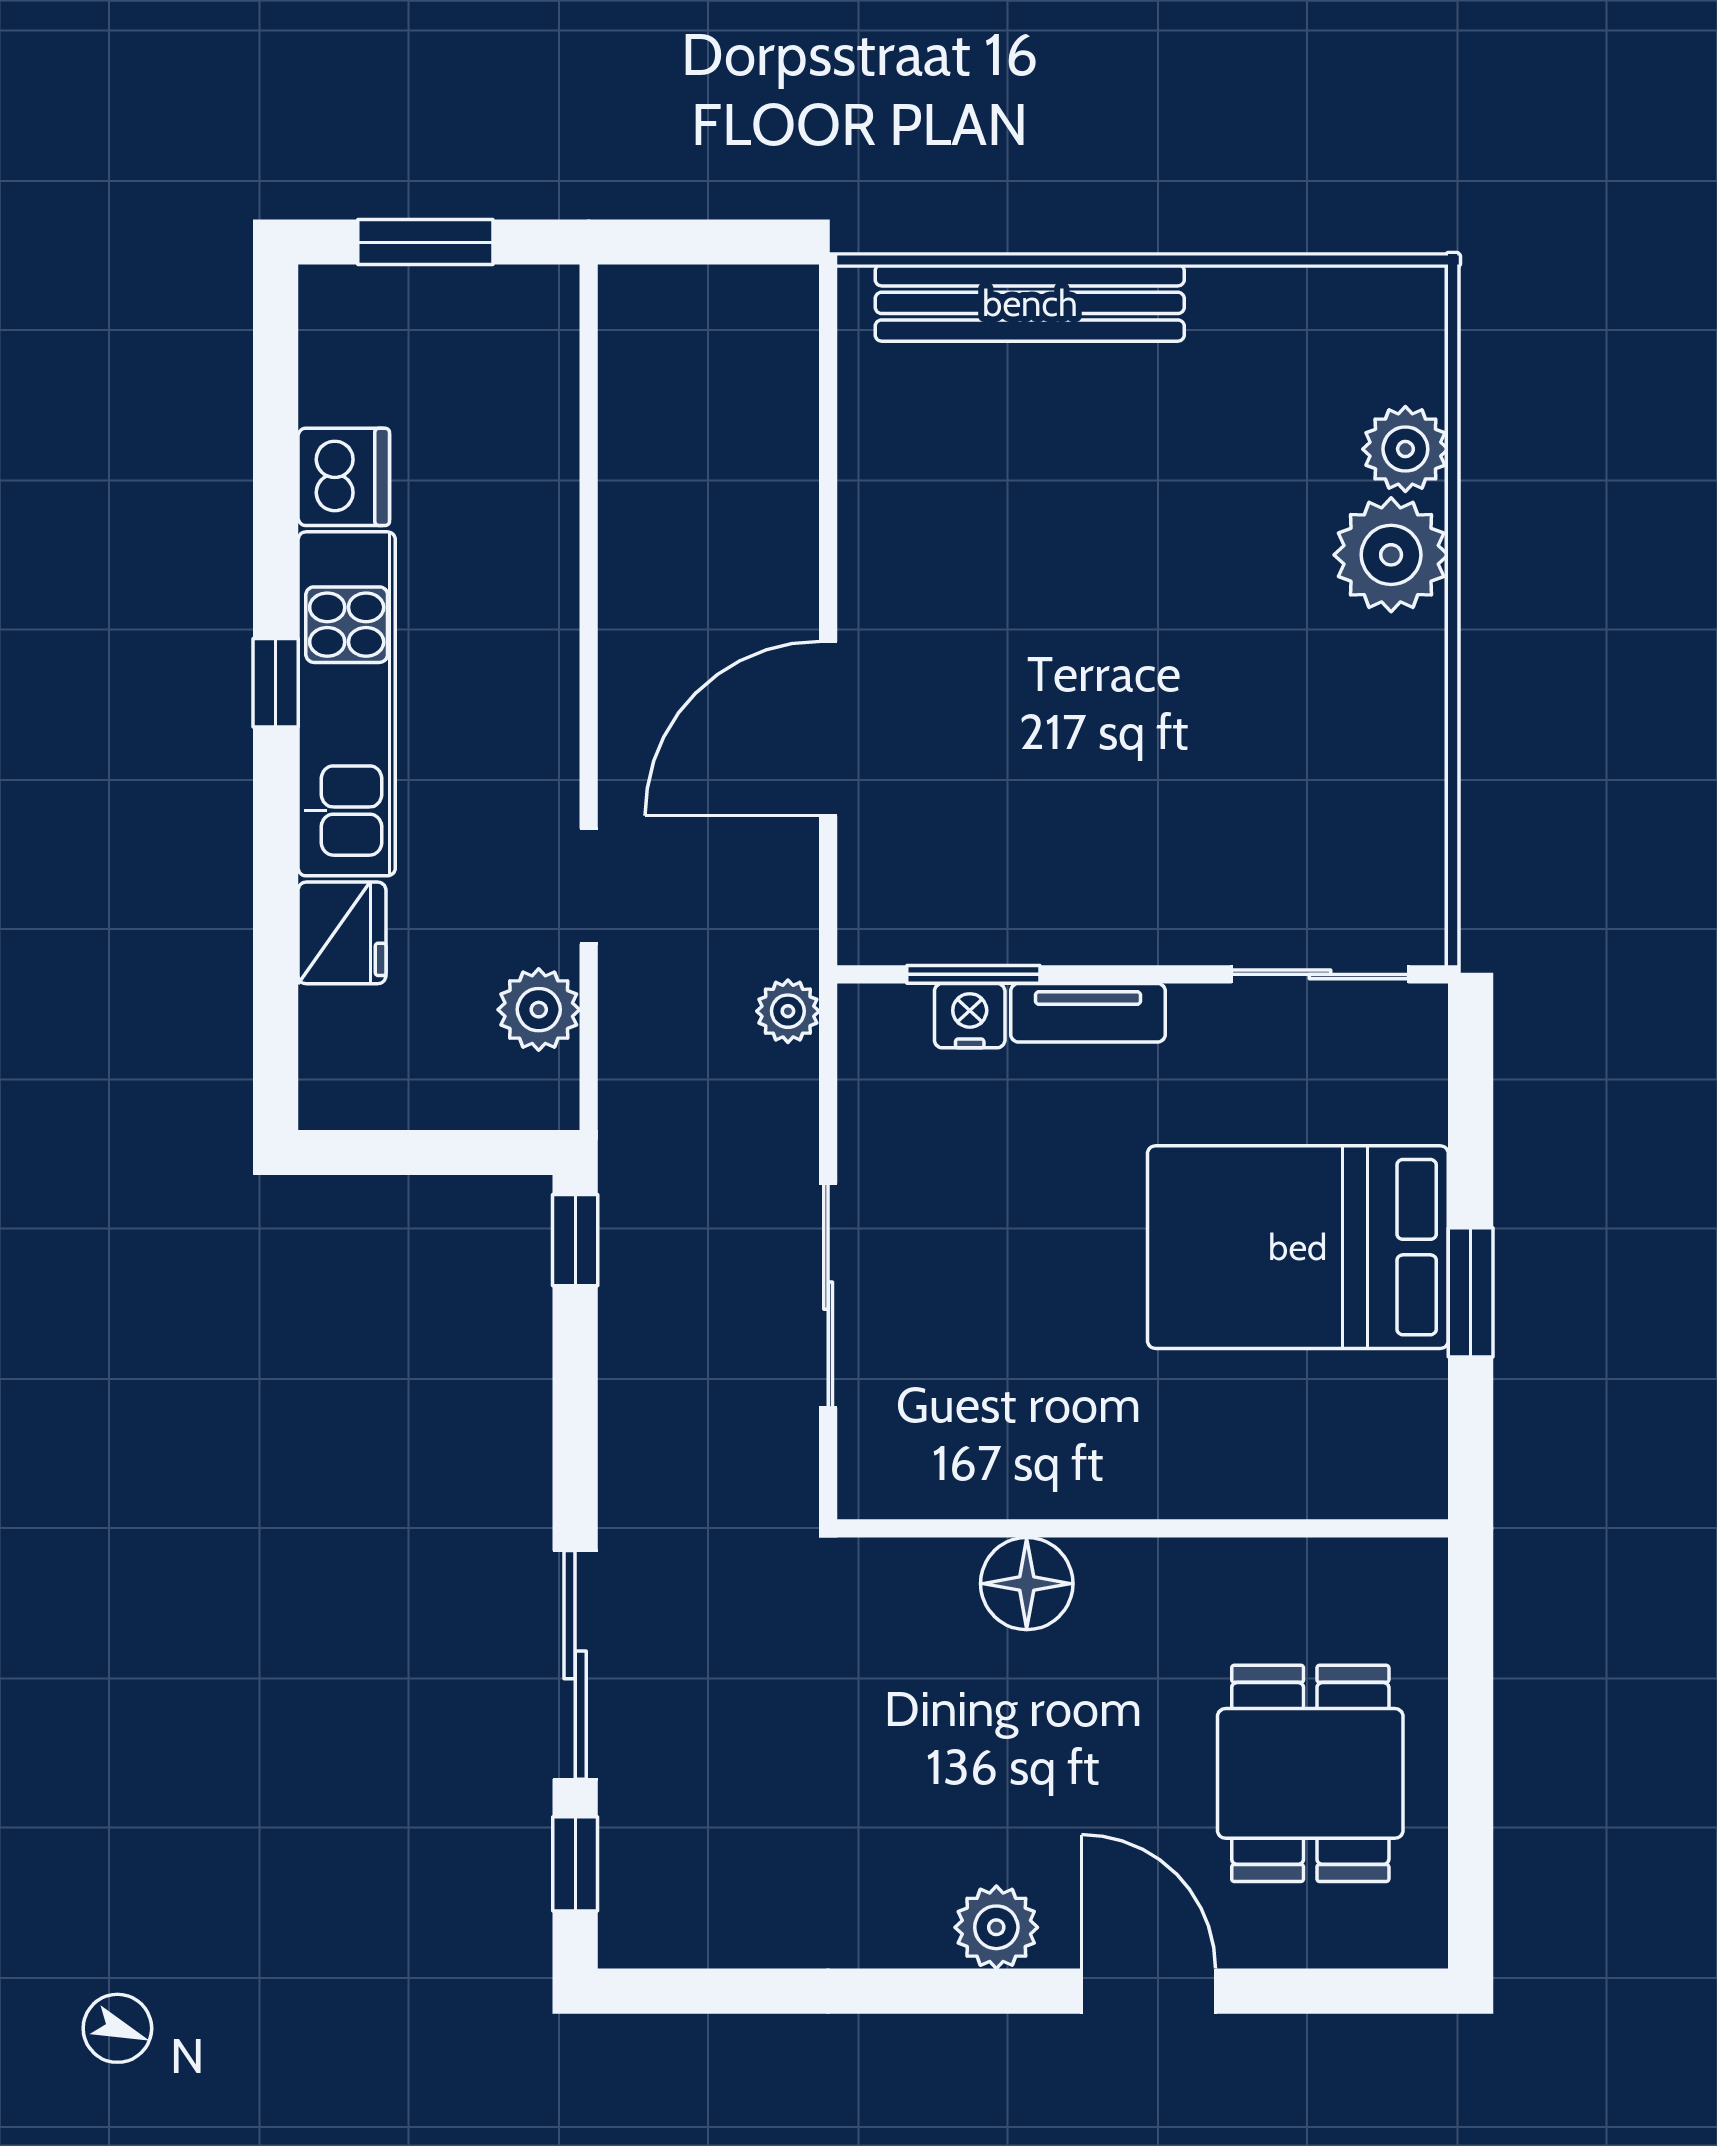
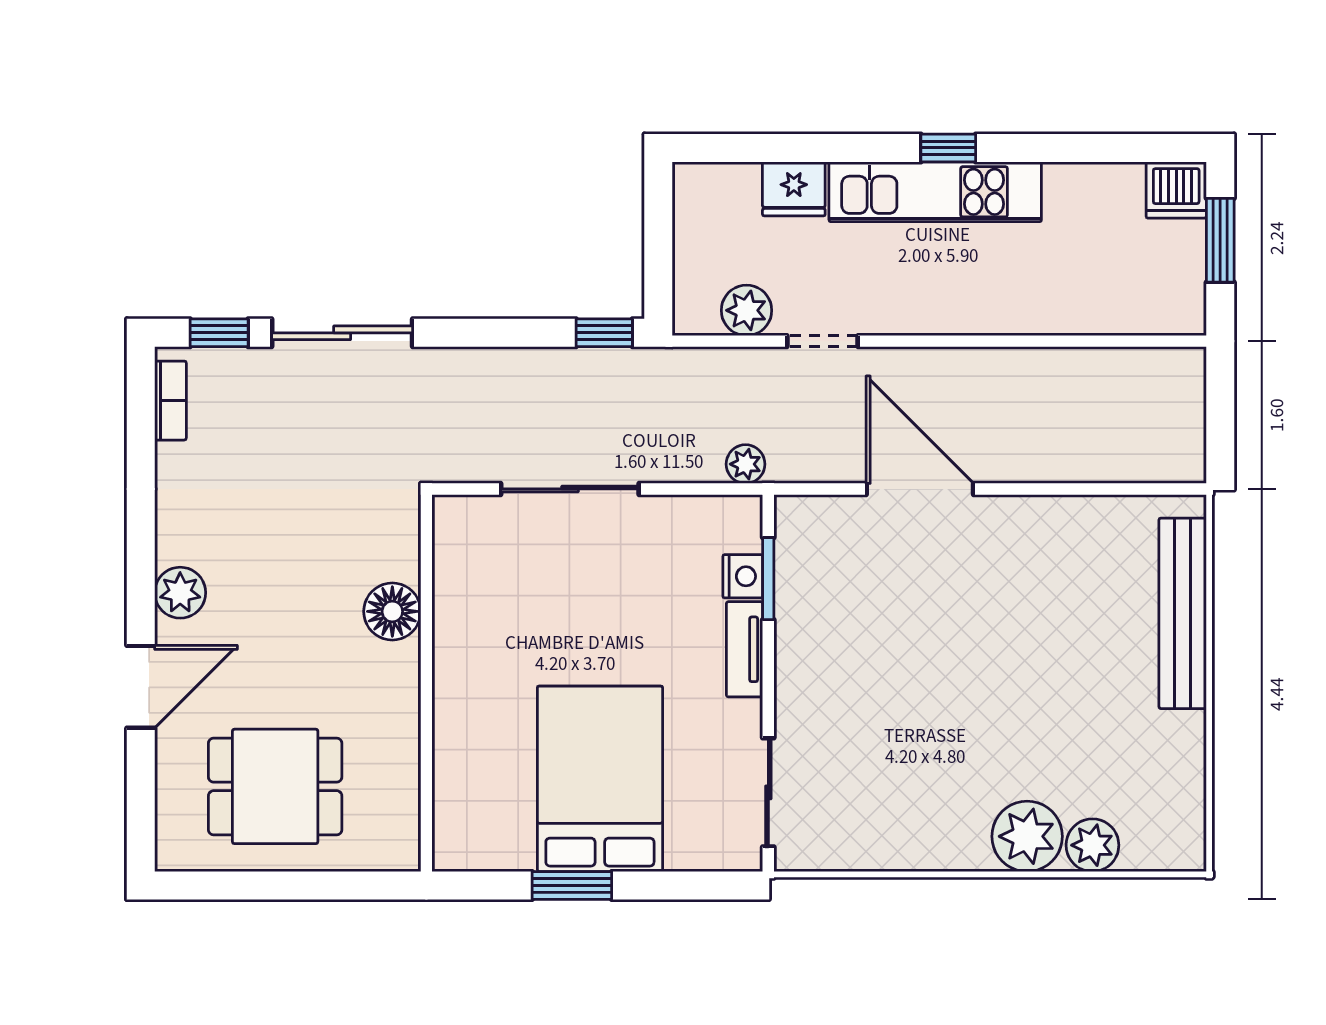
dishwasher: (344, 477) -> (1176, 190), moved
bookcase: (685, 1943) -> (170, 401), added

